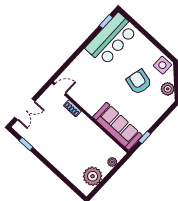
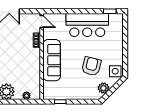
bar counter: (112, 39) -> (87, 25), moved
sofa: (117, 126) -> (52, 60), moved

